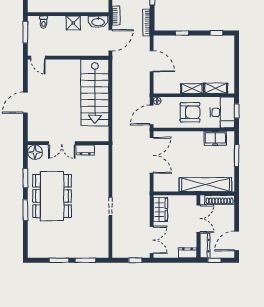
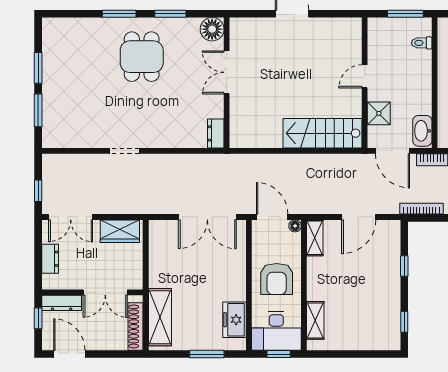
shower: (73, 23) -> (379, 113), moved
door: (38, 58) -> (365, 76), moved
shelving: (192, 89) -> (315, 238), moved
stairs: (95, 93) -> (323, 133), width x0.73, depth x0.66
dresser: (85, 150) -> (216, 133), moved
shelving: (205, 185) -> (160, 317), width x0.68
dining table: (52, 196) -> (142, 57), width x0.53, depth x0.80
dresser: (188, 253) -> (50, 259), moved

